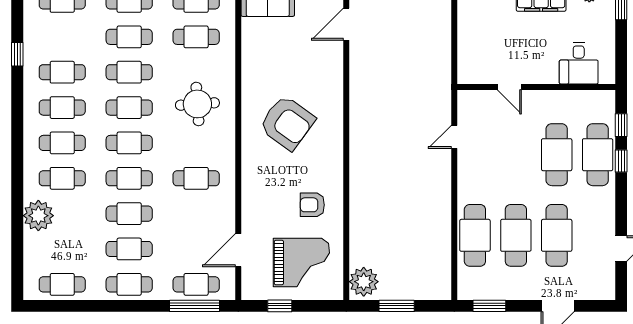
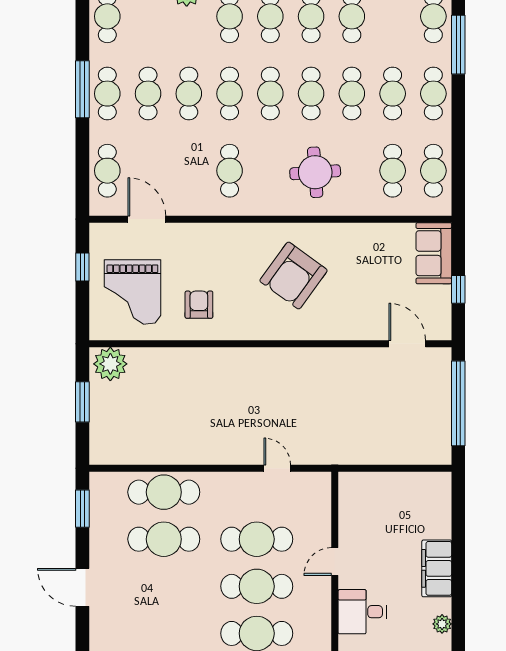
door: (509, 87) -> (335, 562), moved
cafe table: (557, 235) -> (257, 539), moved
window: (195, 306) -> (82, 89), moved

